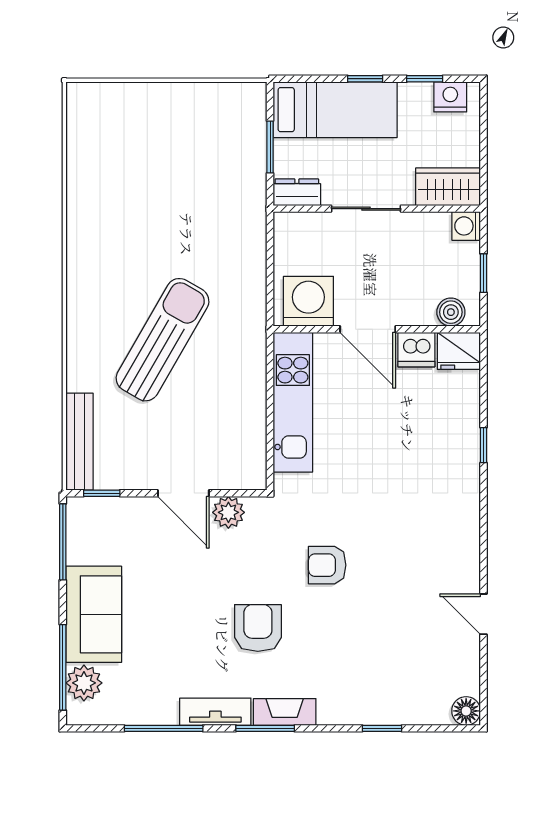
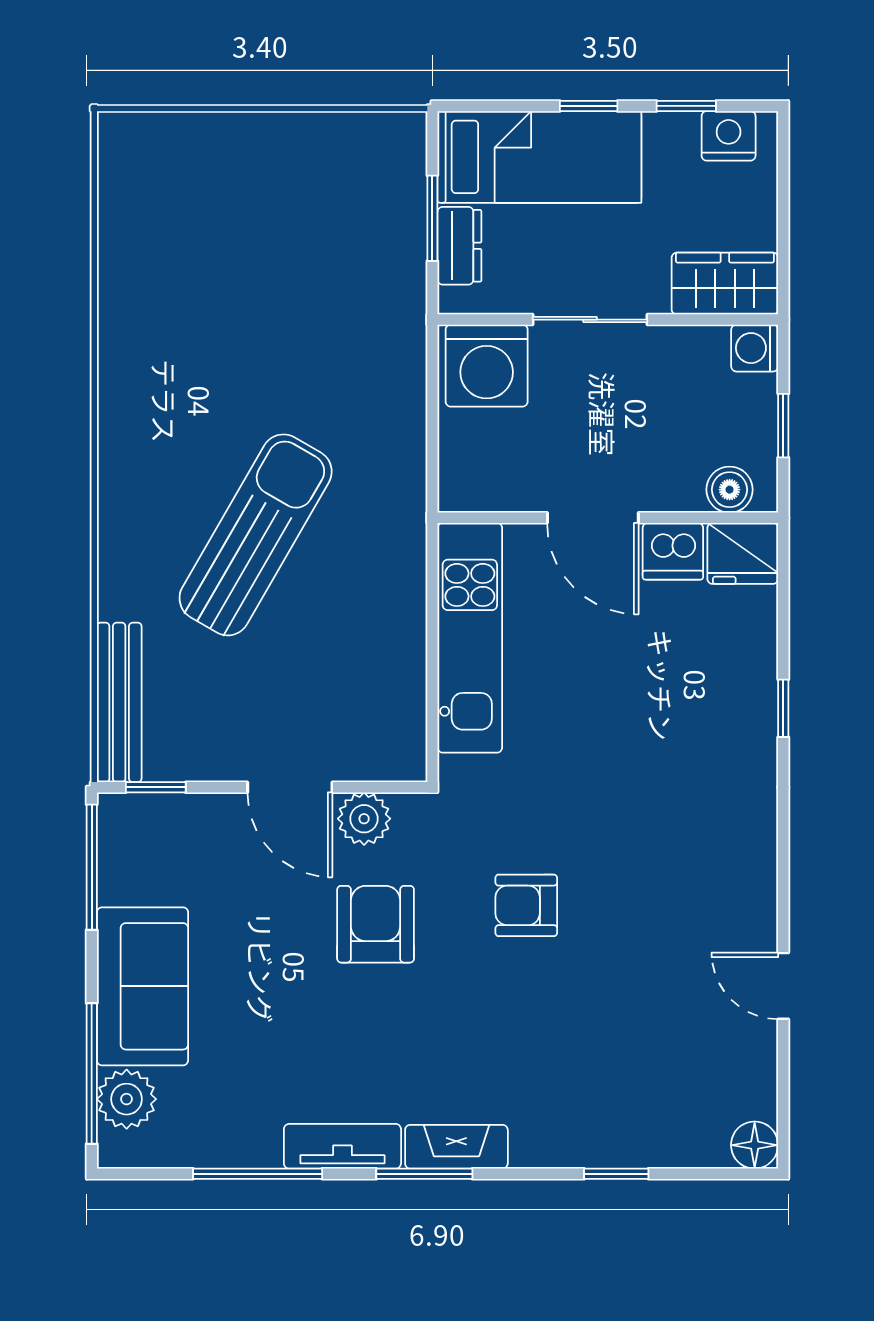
dresser: (297, 192) -> (459, 246), moved, turned 90
washing machine: (308, 301) -> (487, 366), moved, turned 180
armchair: (258, 628) -> (376, 924), moved

